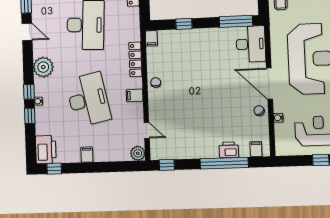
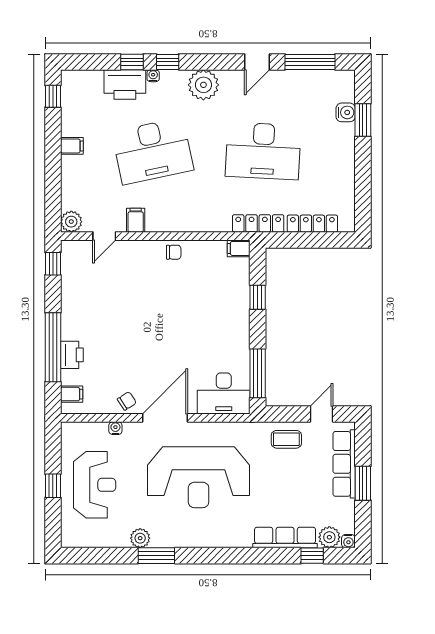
locker: (135, 59) -> (258, 223), moved
filing cabinet: (135, 95) -> (136, 220), moved
printer: (46, 150) -> (125, 84), moved

